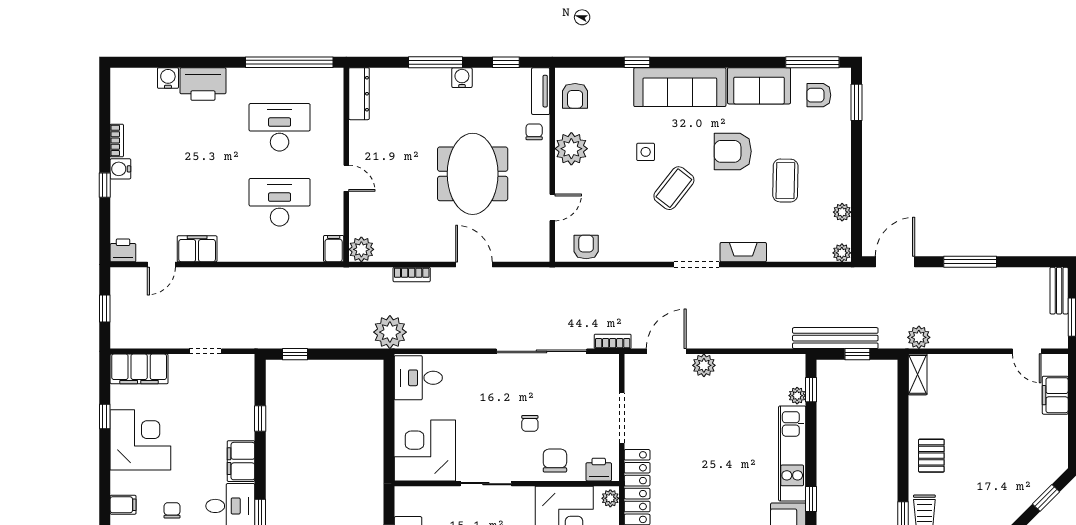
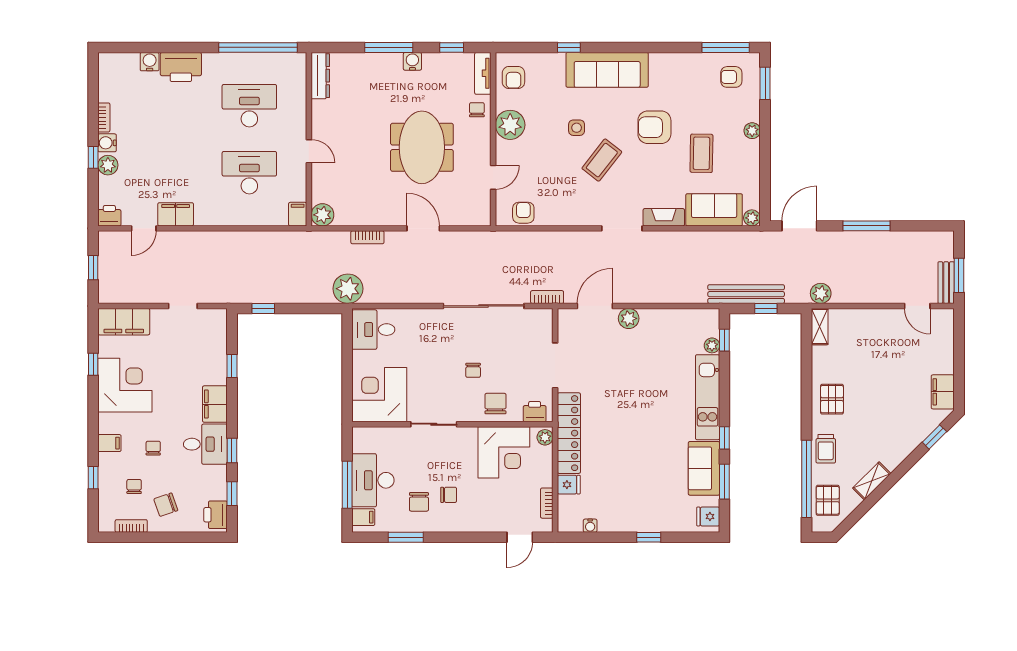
sofa: (759, 86) -> (714, 210), moved, turned 180
plant: (121, 194) -> (108, 165), added
plant: (842, 212) -> (752, 131), moved
bench: (1059, 291) -> (946, 283), moved
filing cabinet: (1055, 395) -> (943, 392), moved

